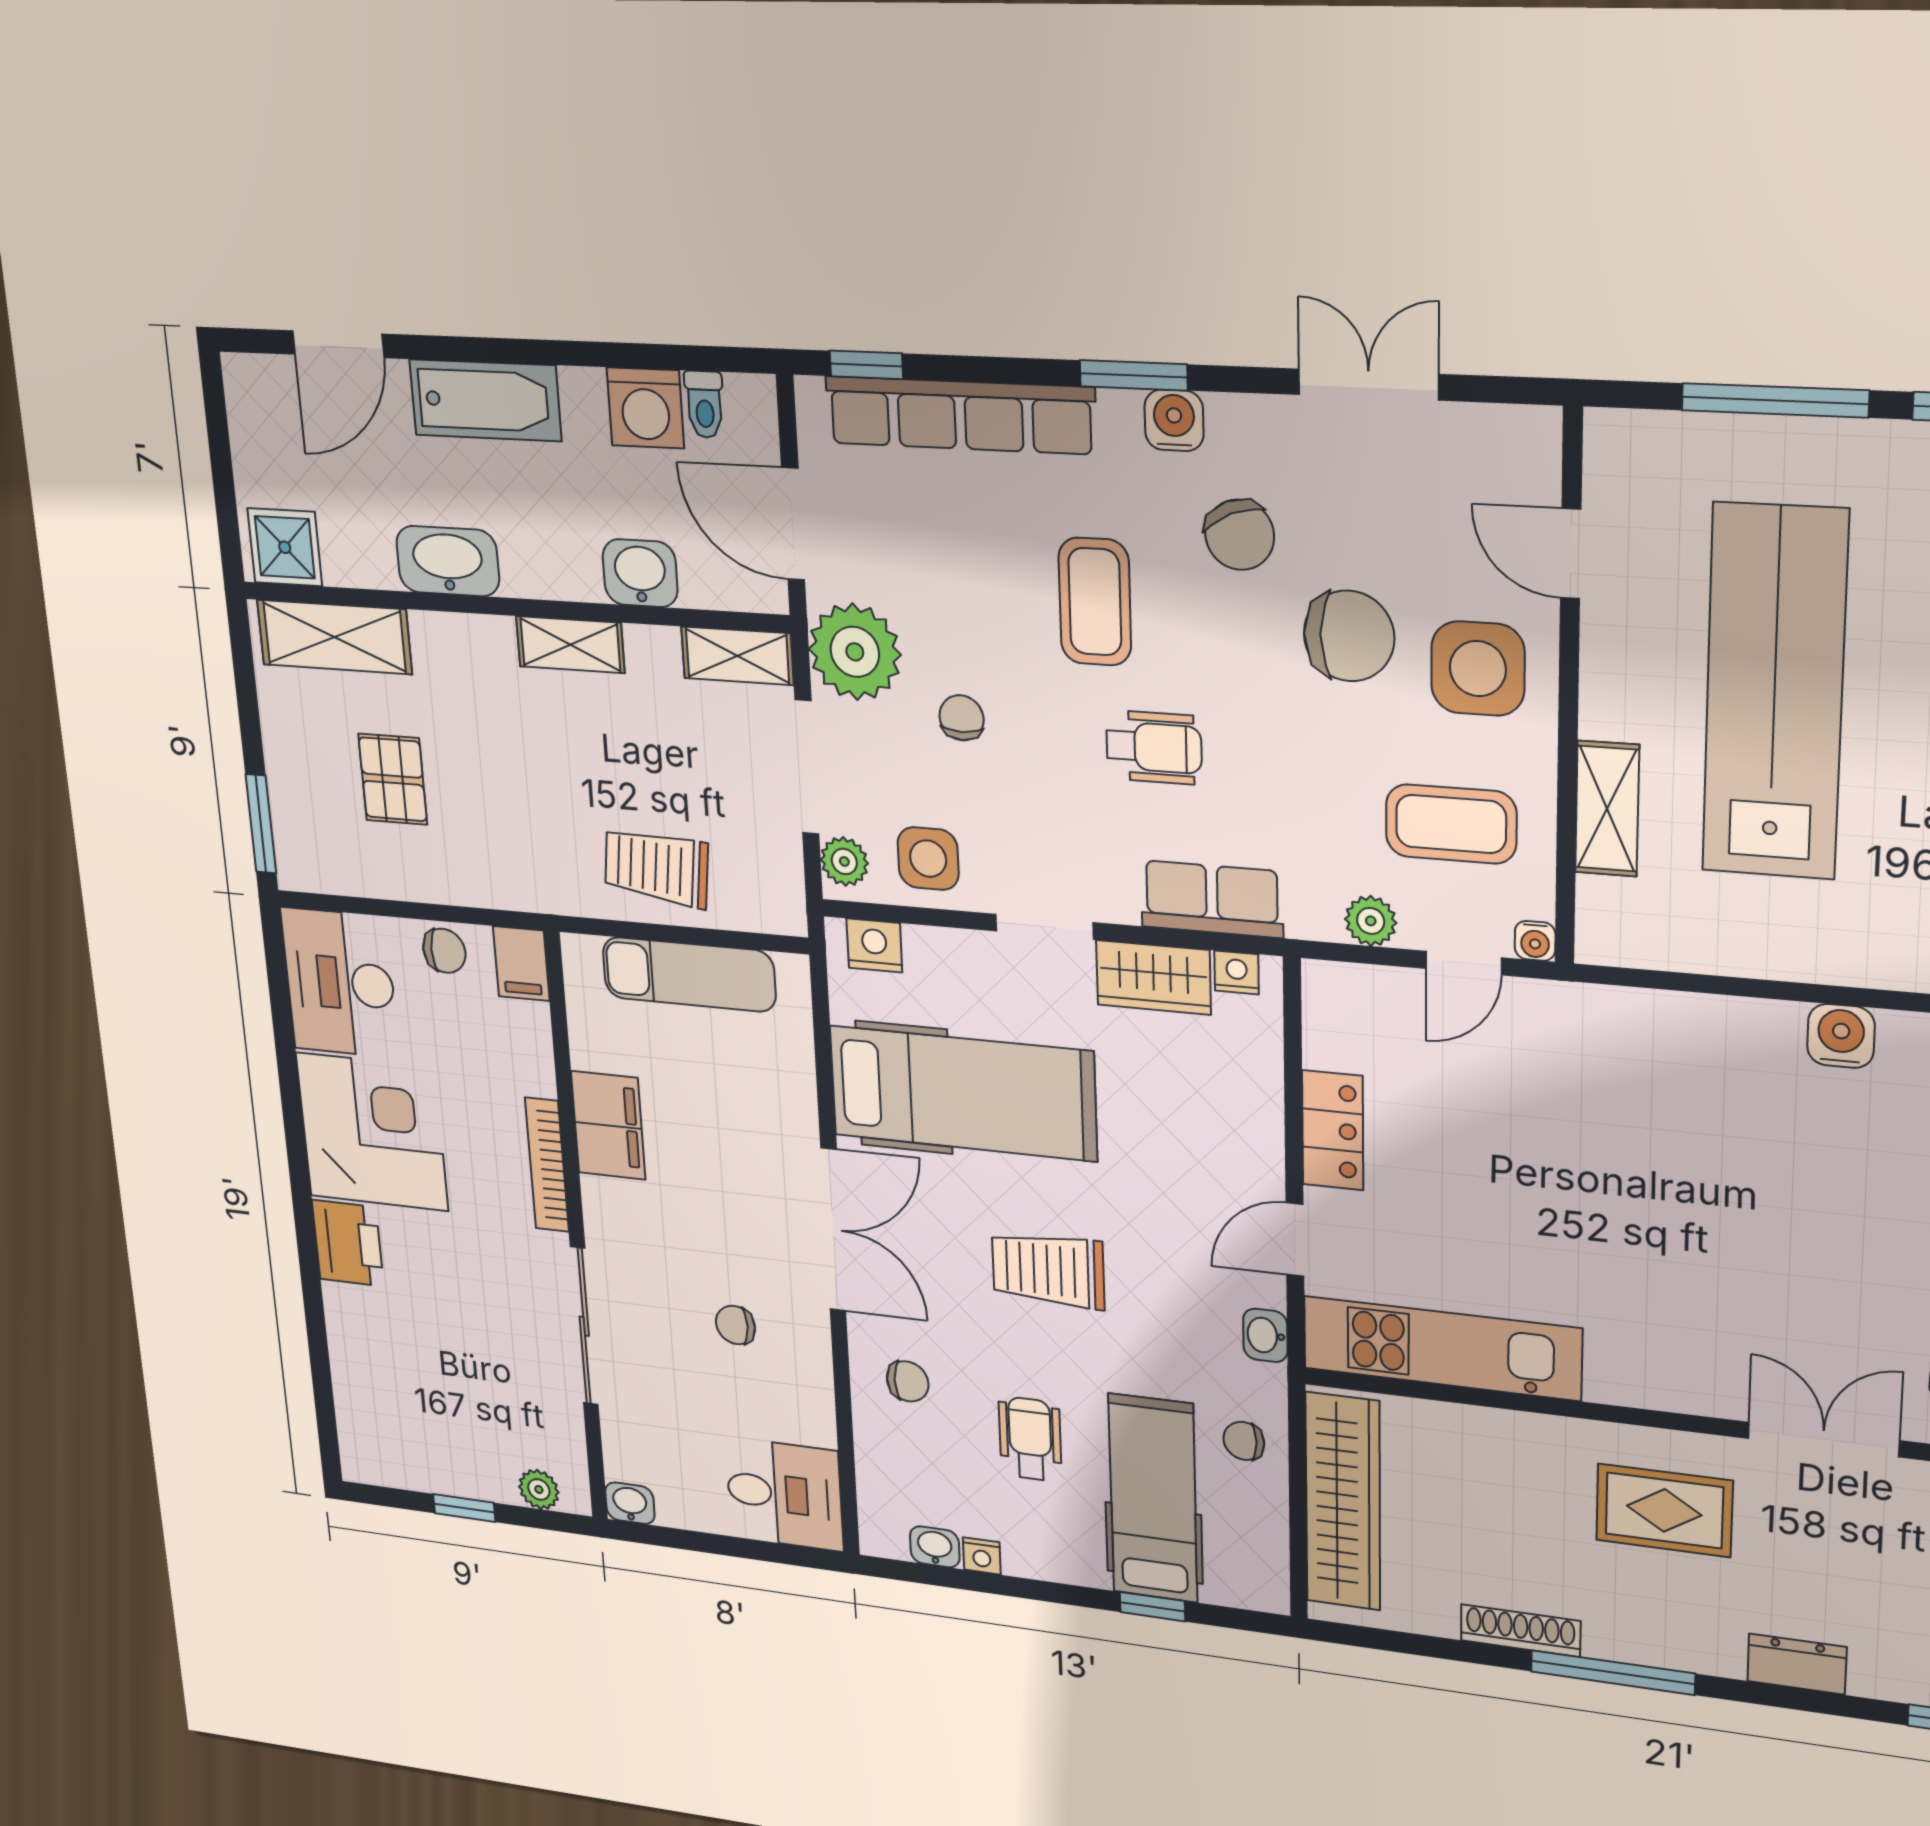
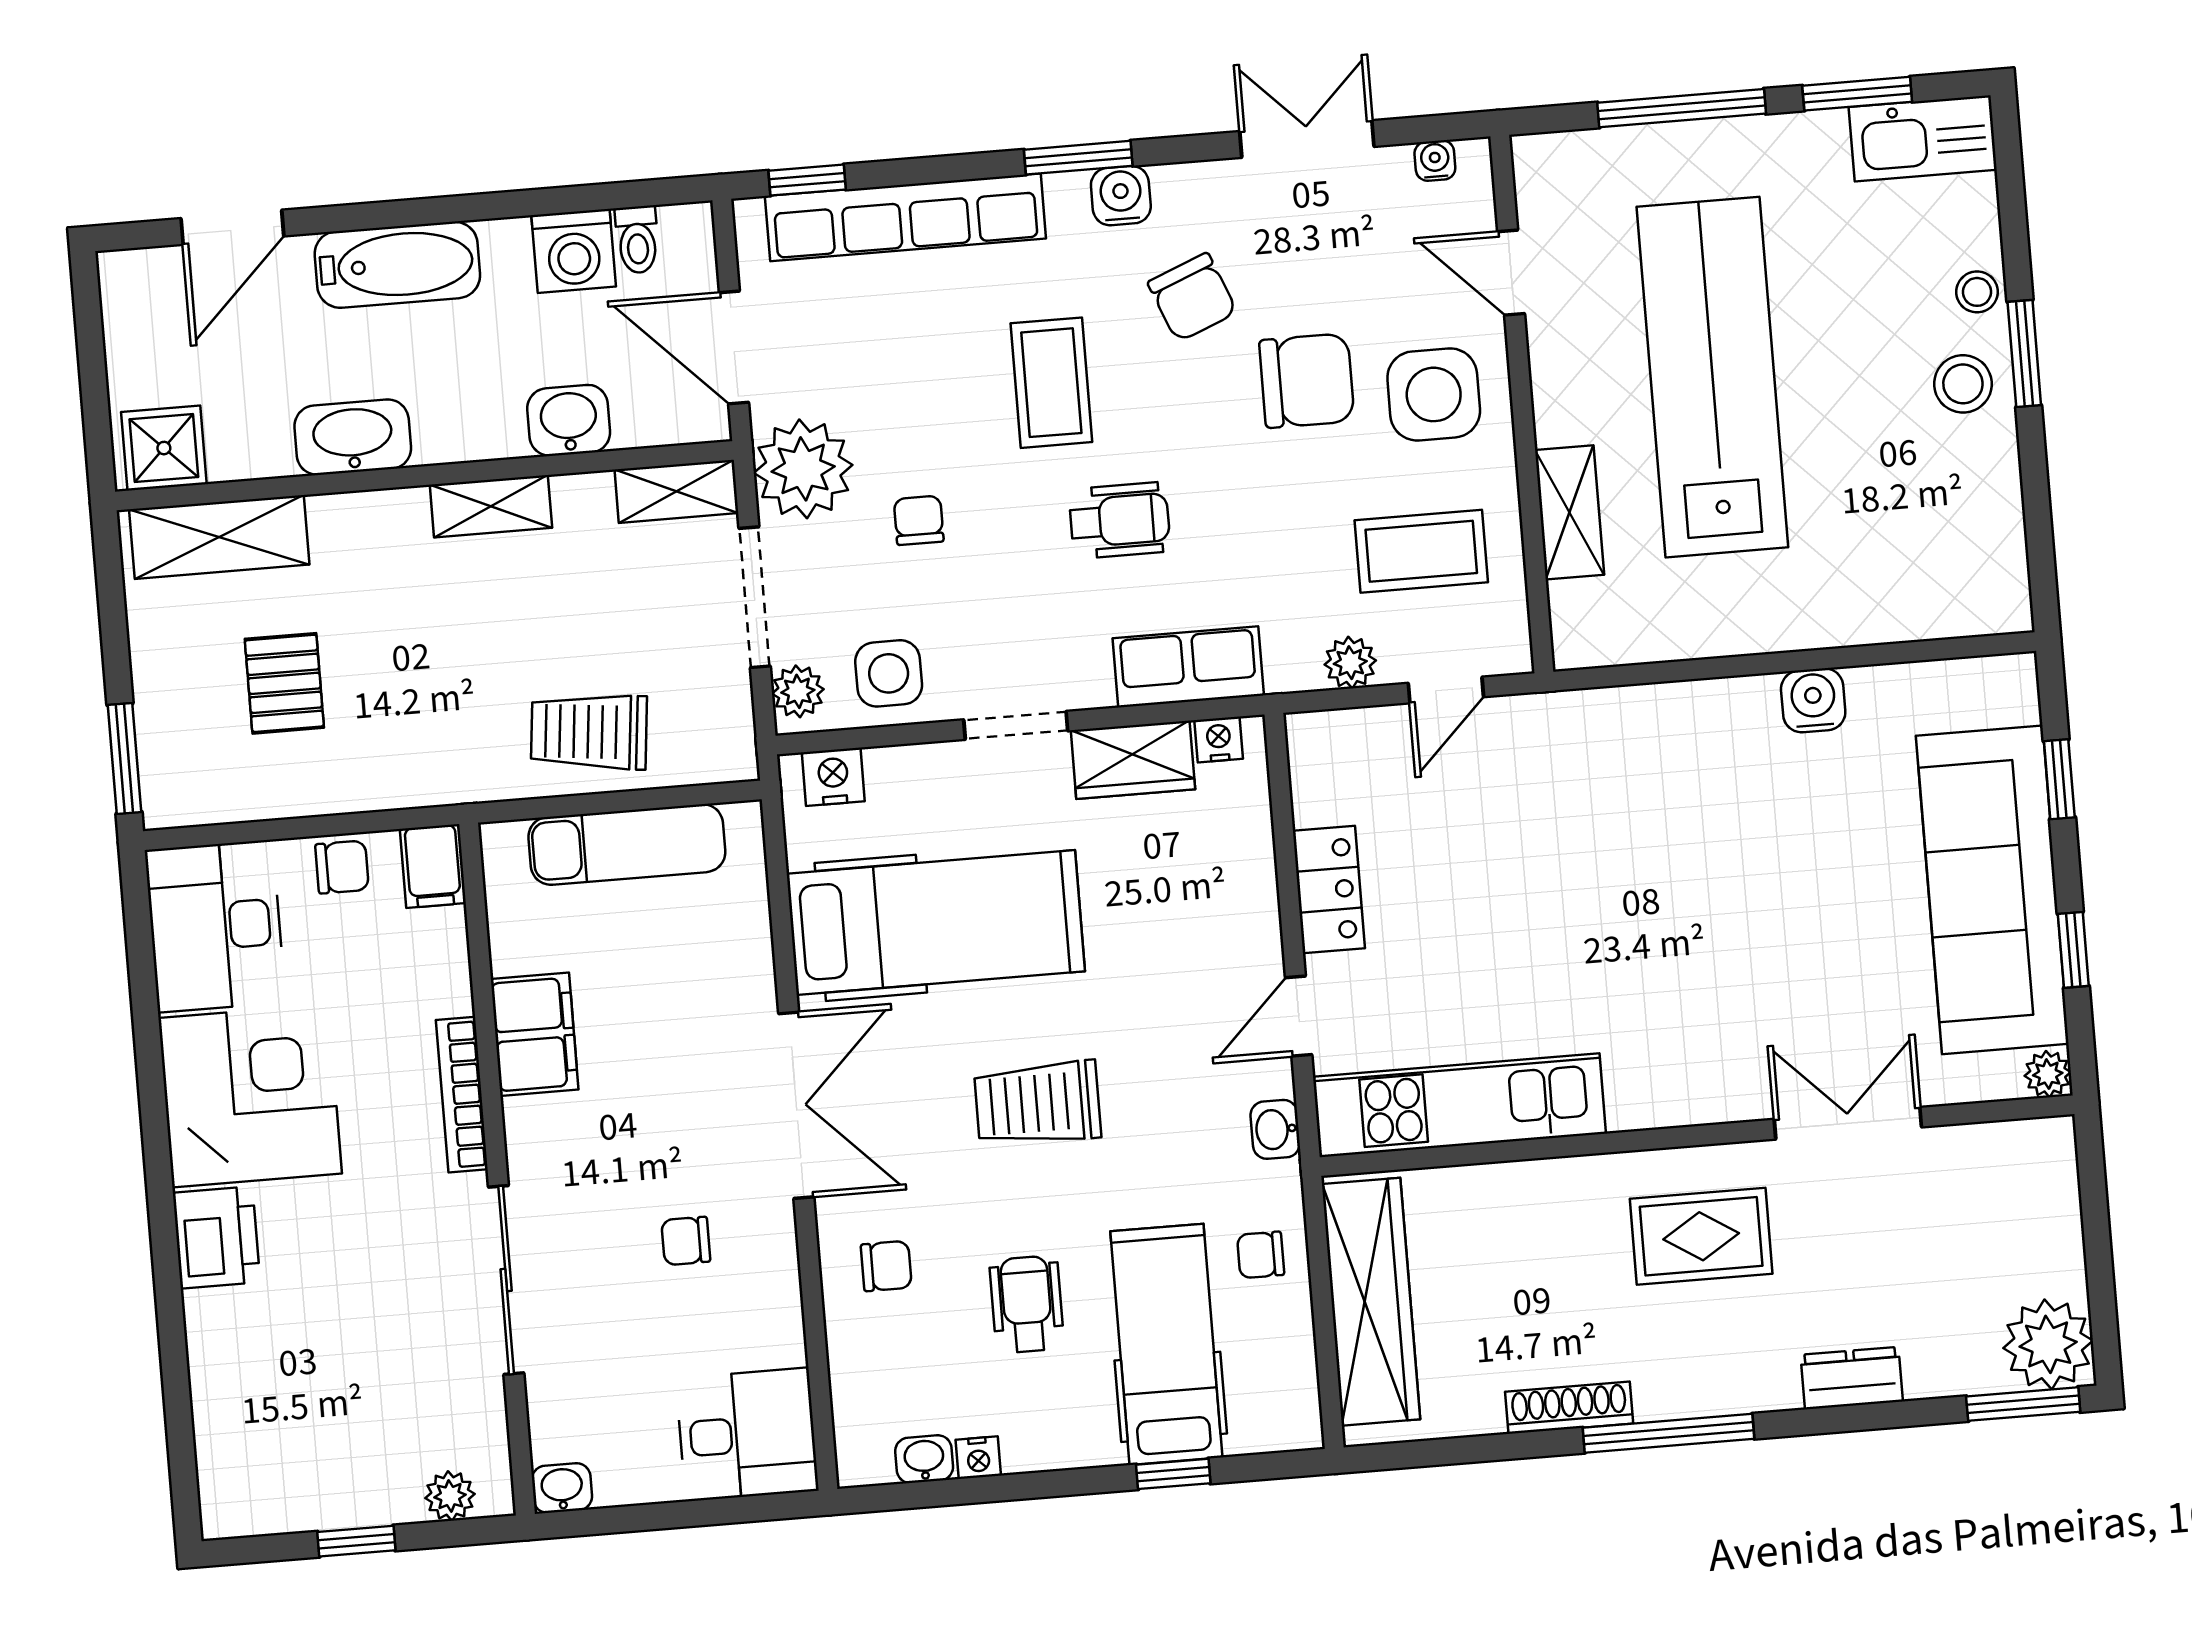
water cooler: (1535, 941) -> (1435, 161), moved, turned 180

